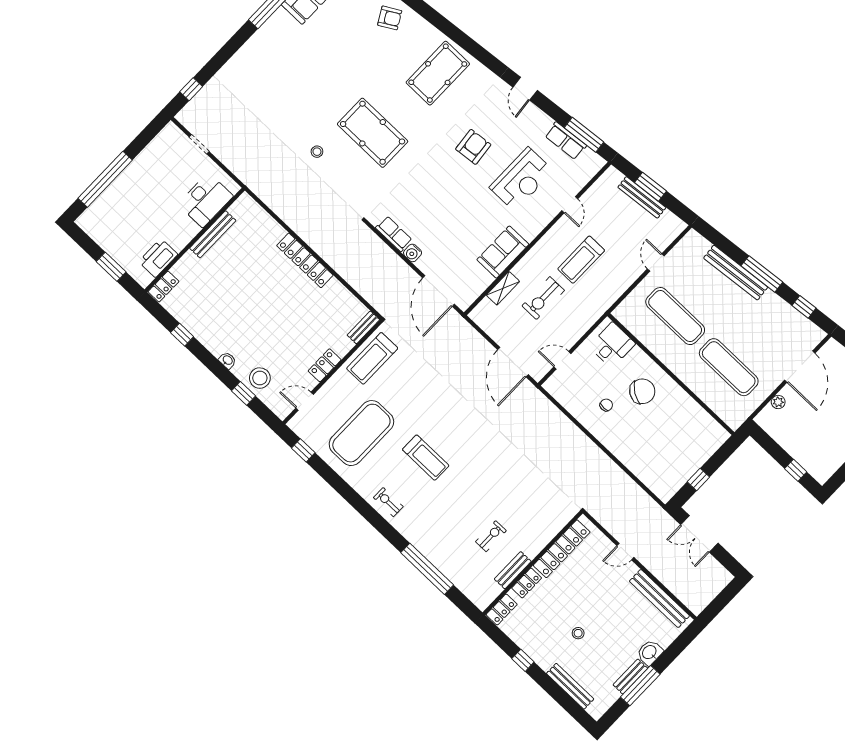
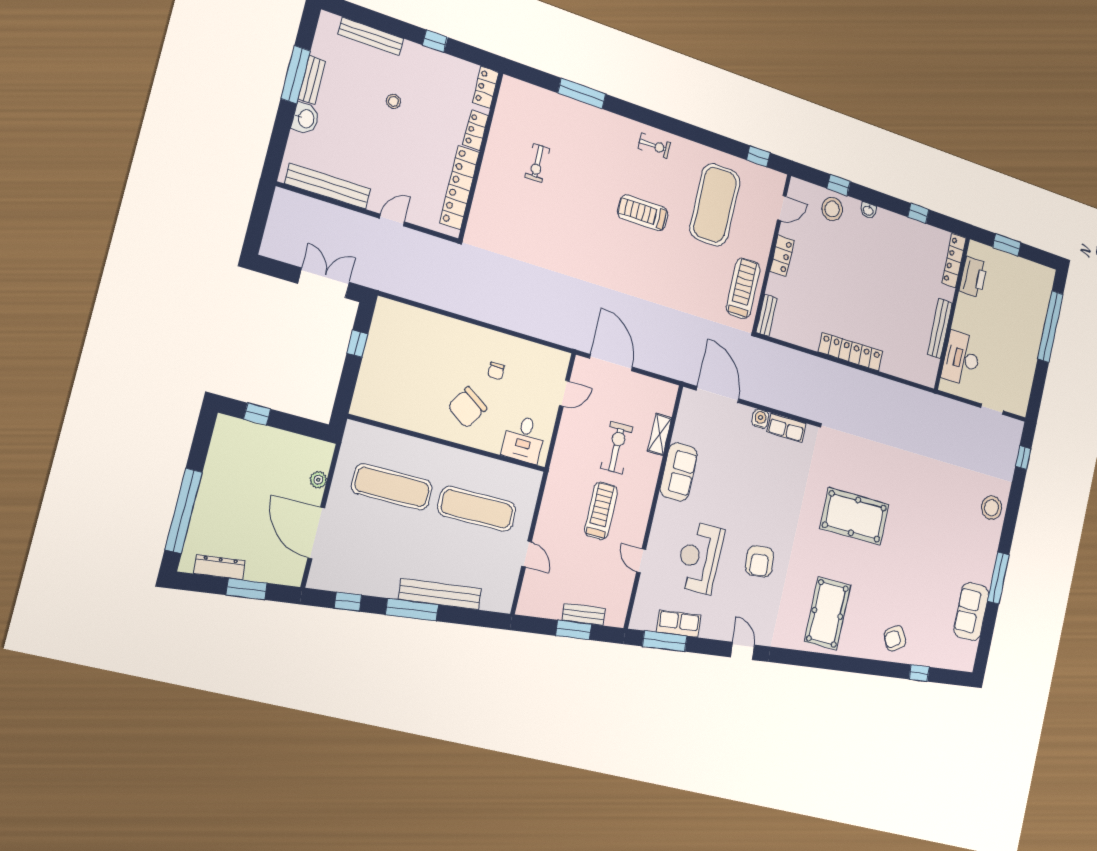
stool: (317, 152) -> (992, 508), moved, width x1.89, depth x1.89
bench: (642, 197) -> (584, 614), width x0.73
locker: (164, 287) -> (954, 260), width x1.53
window: (427, 569) -> (582, 93), width x0.68
bench: (513, 570) -> (497, 137), removed

